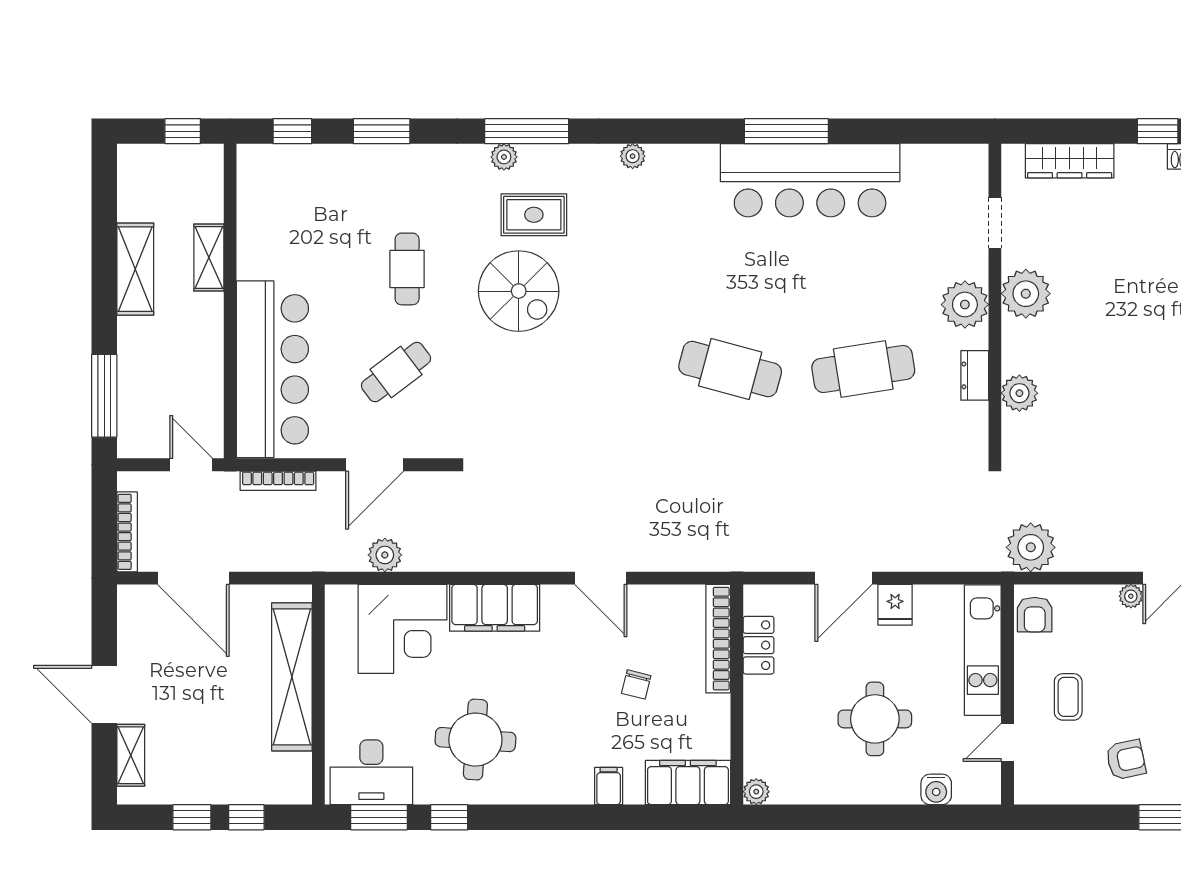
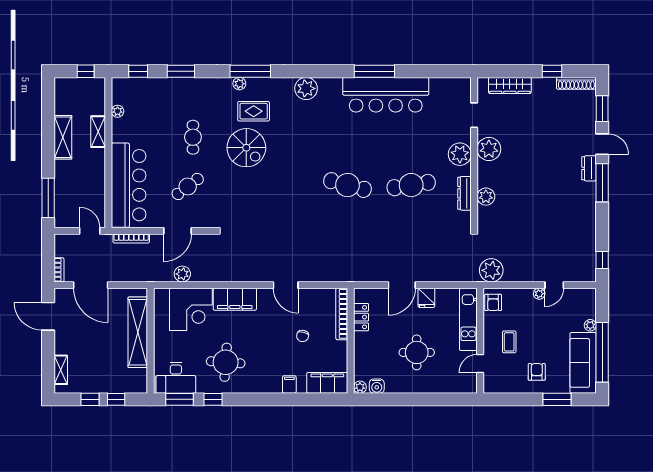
plant: (633, 156) -> (306, 88), width x1.88, depth x1.88
plant: (249, 215) -> (118, 111), added
dresser: (975, 375) -> (464, 193), width x1.44
bookcase: (127, 532) -> (59, 270), width x0.64
door: (104, 694) -> (48, 316), moved
armchair: (1126, 760) -> (537, 372), turned -78
water cooler: (936, 789) -> (377, 386), moved

